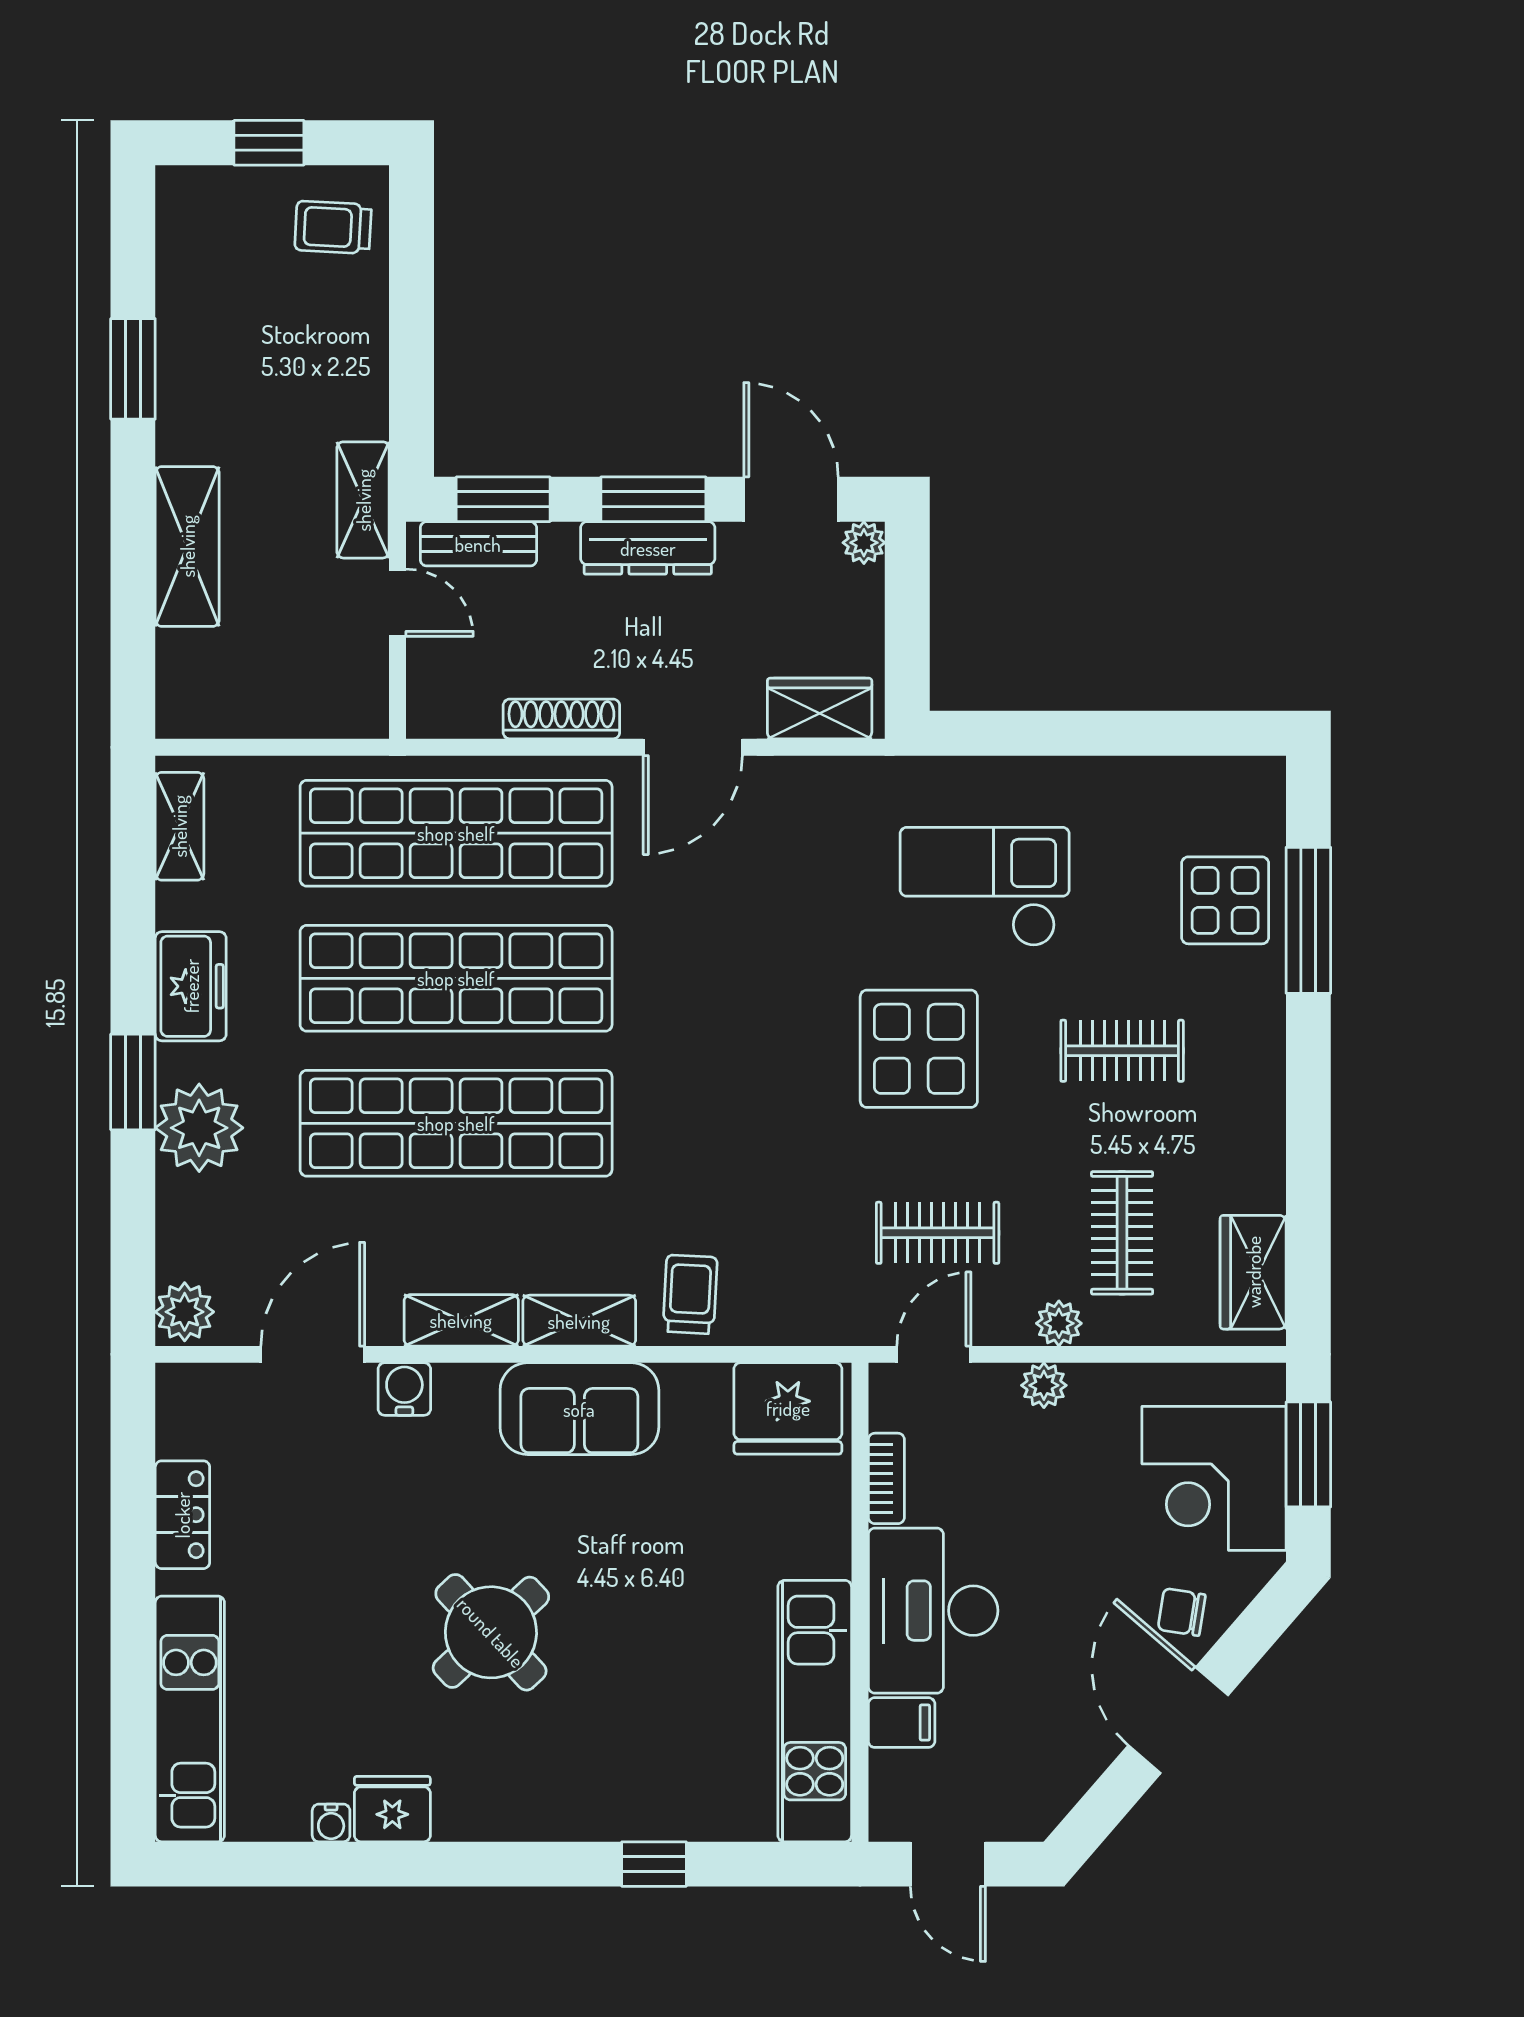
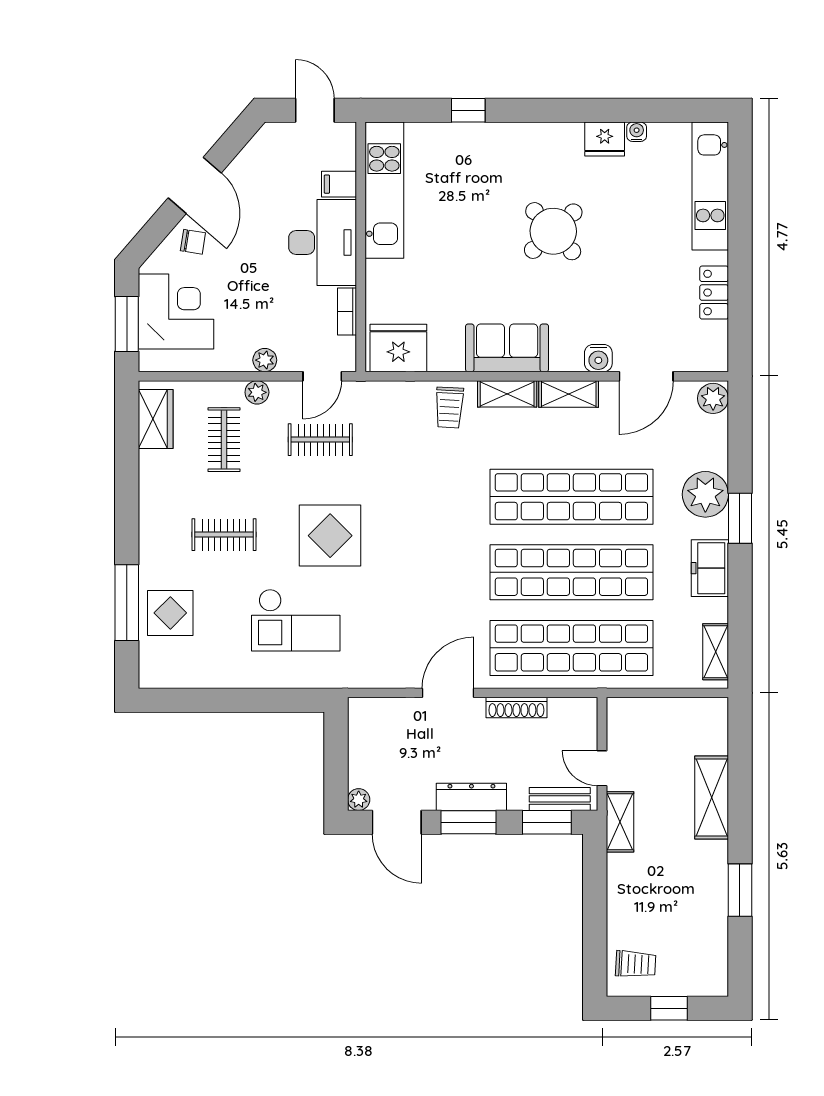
wardrobe: (820, 708) -> (382, 713), removed

